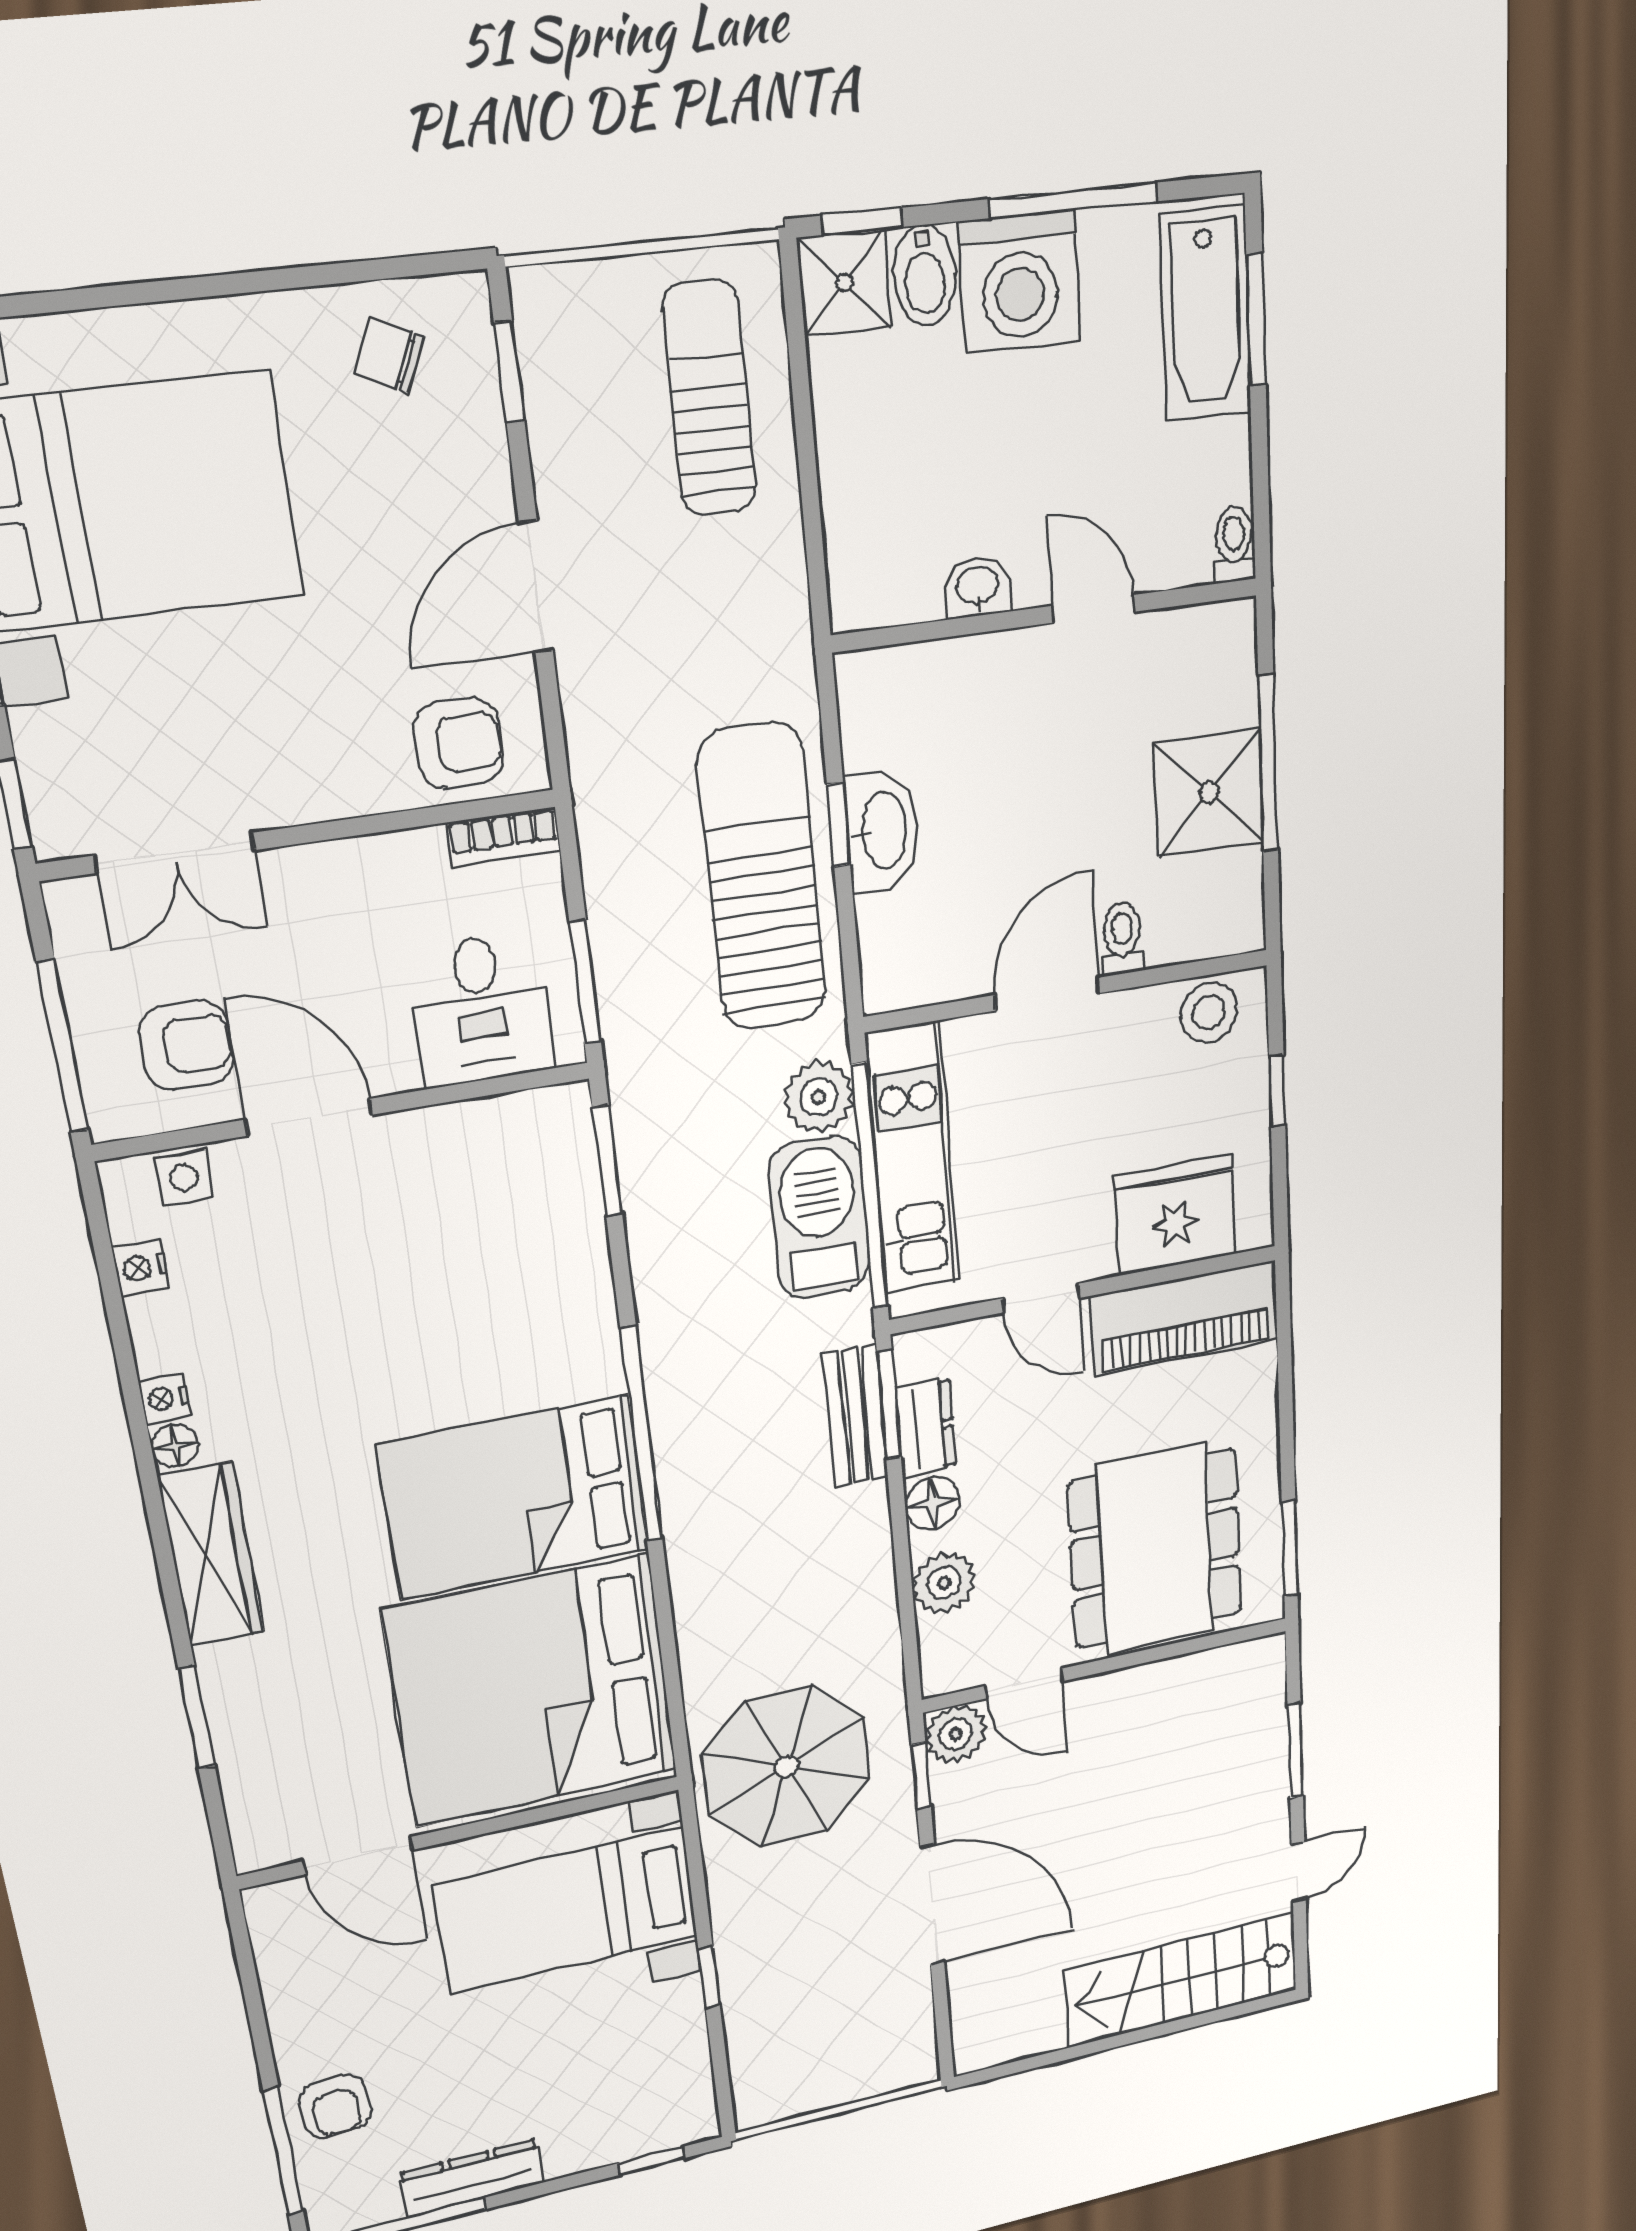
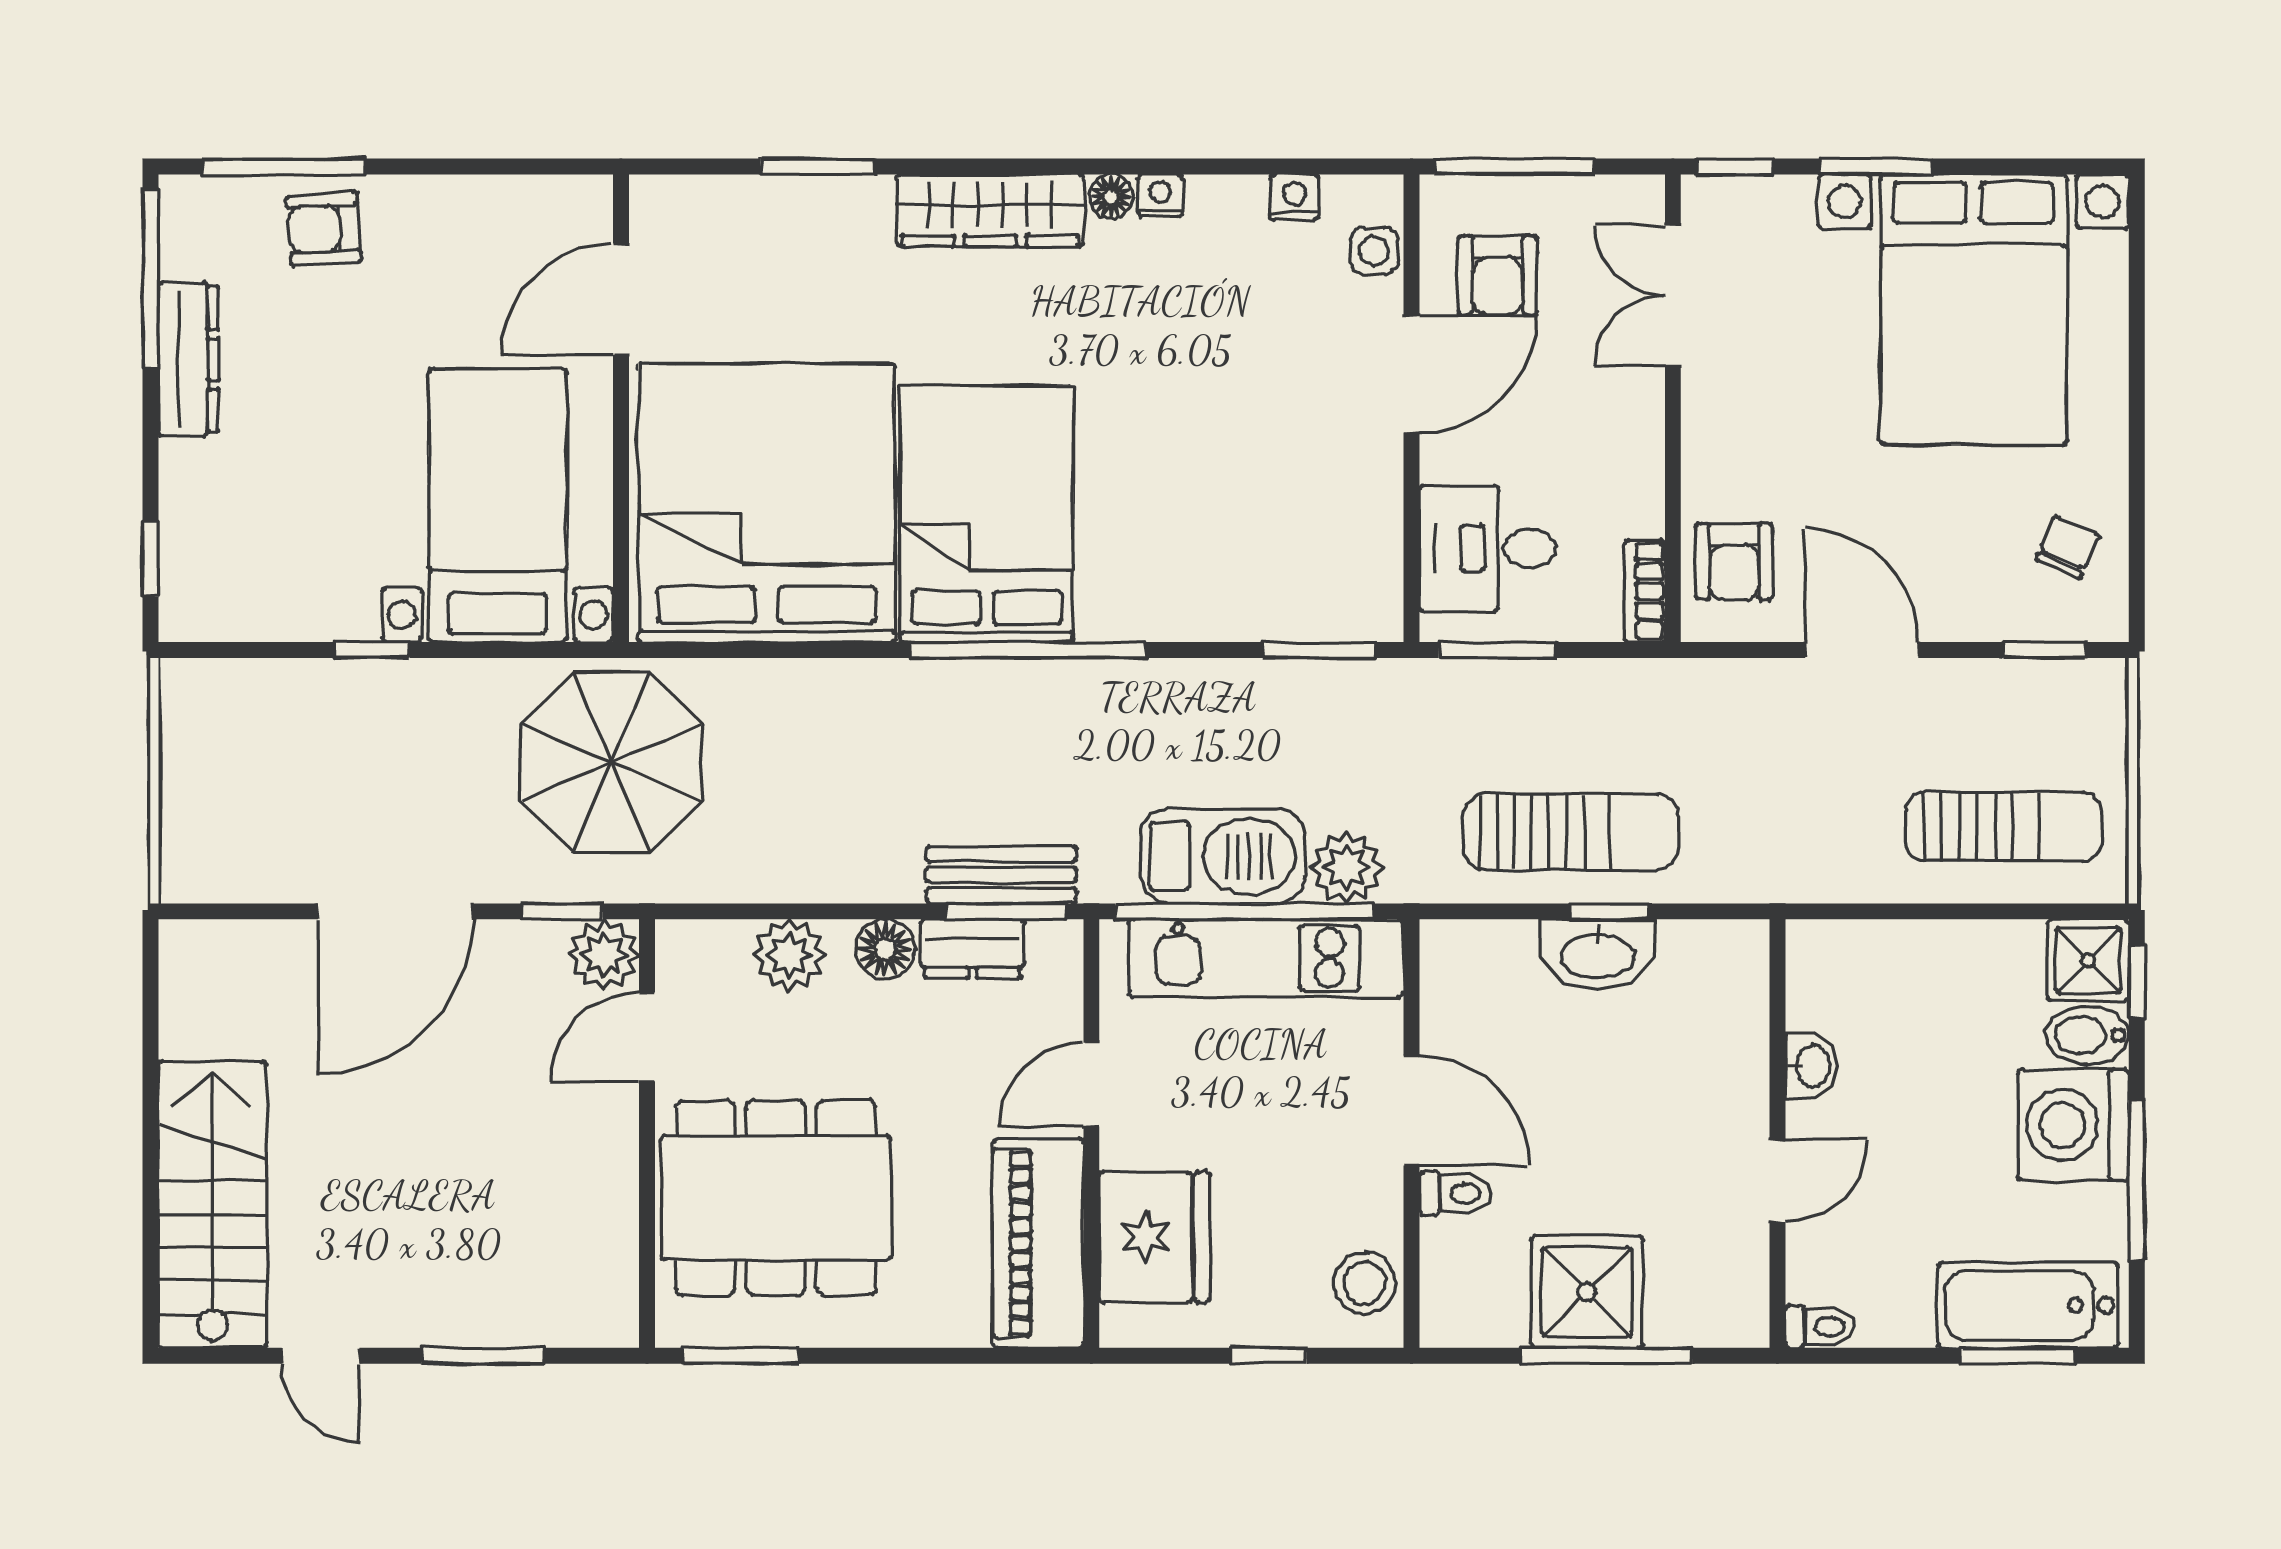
sun lounger: (762, 878) -> (1570, 832), width x0.73, depth x0.75

